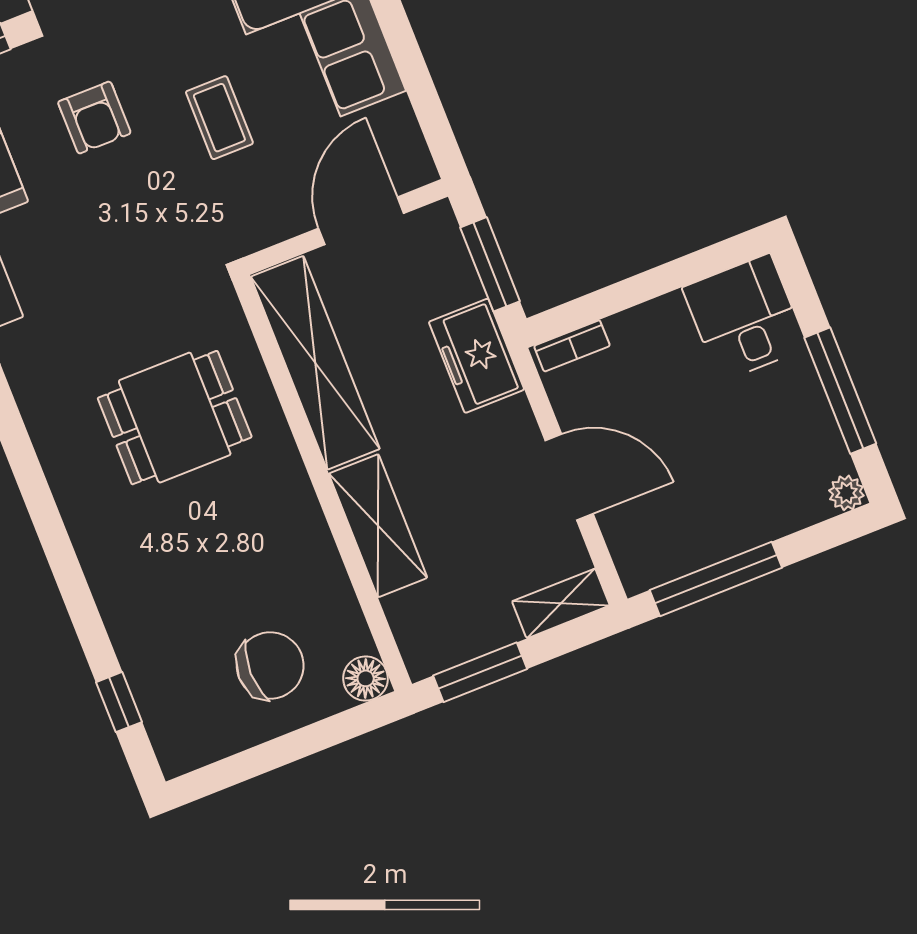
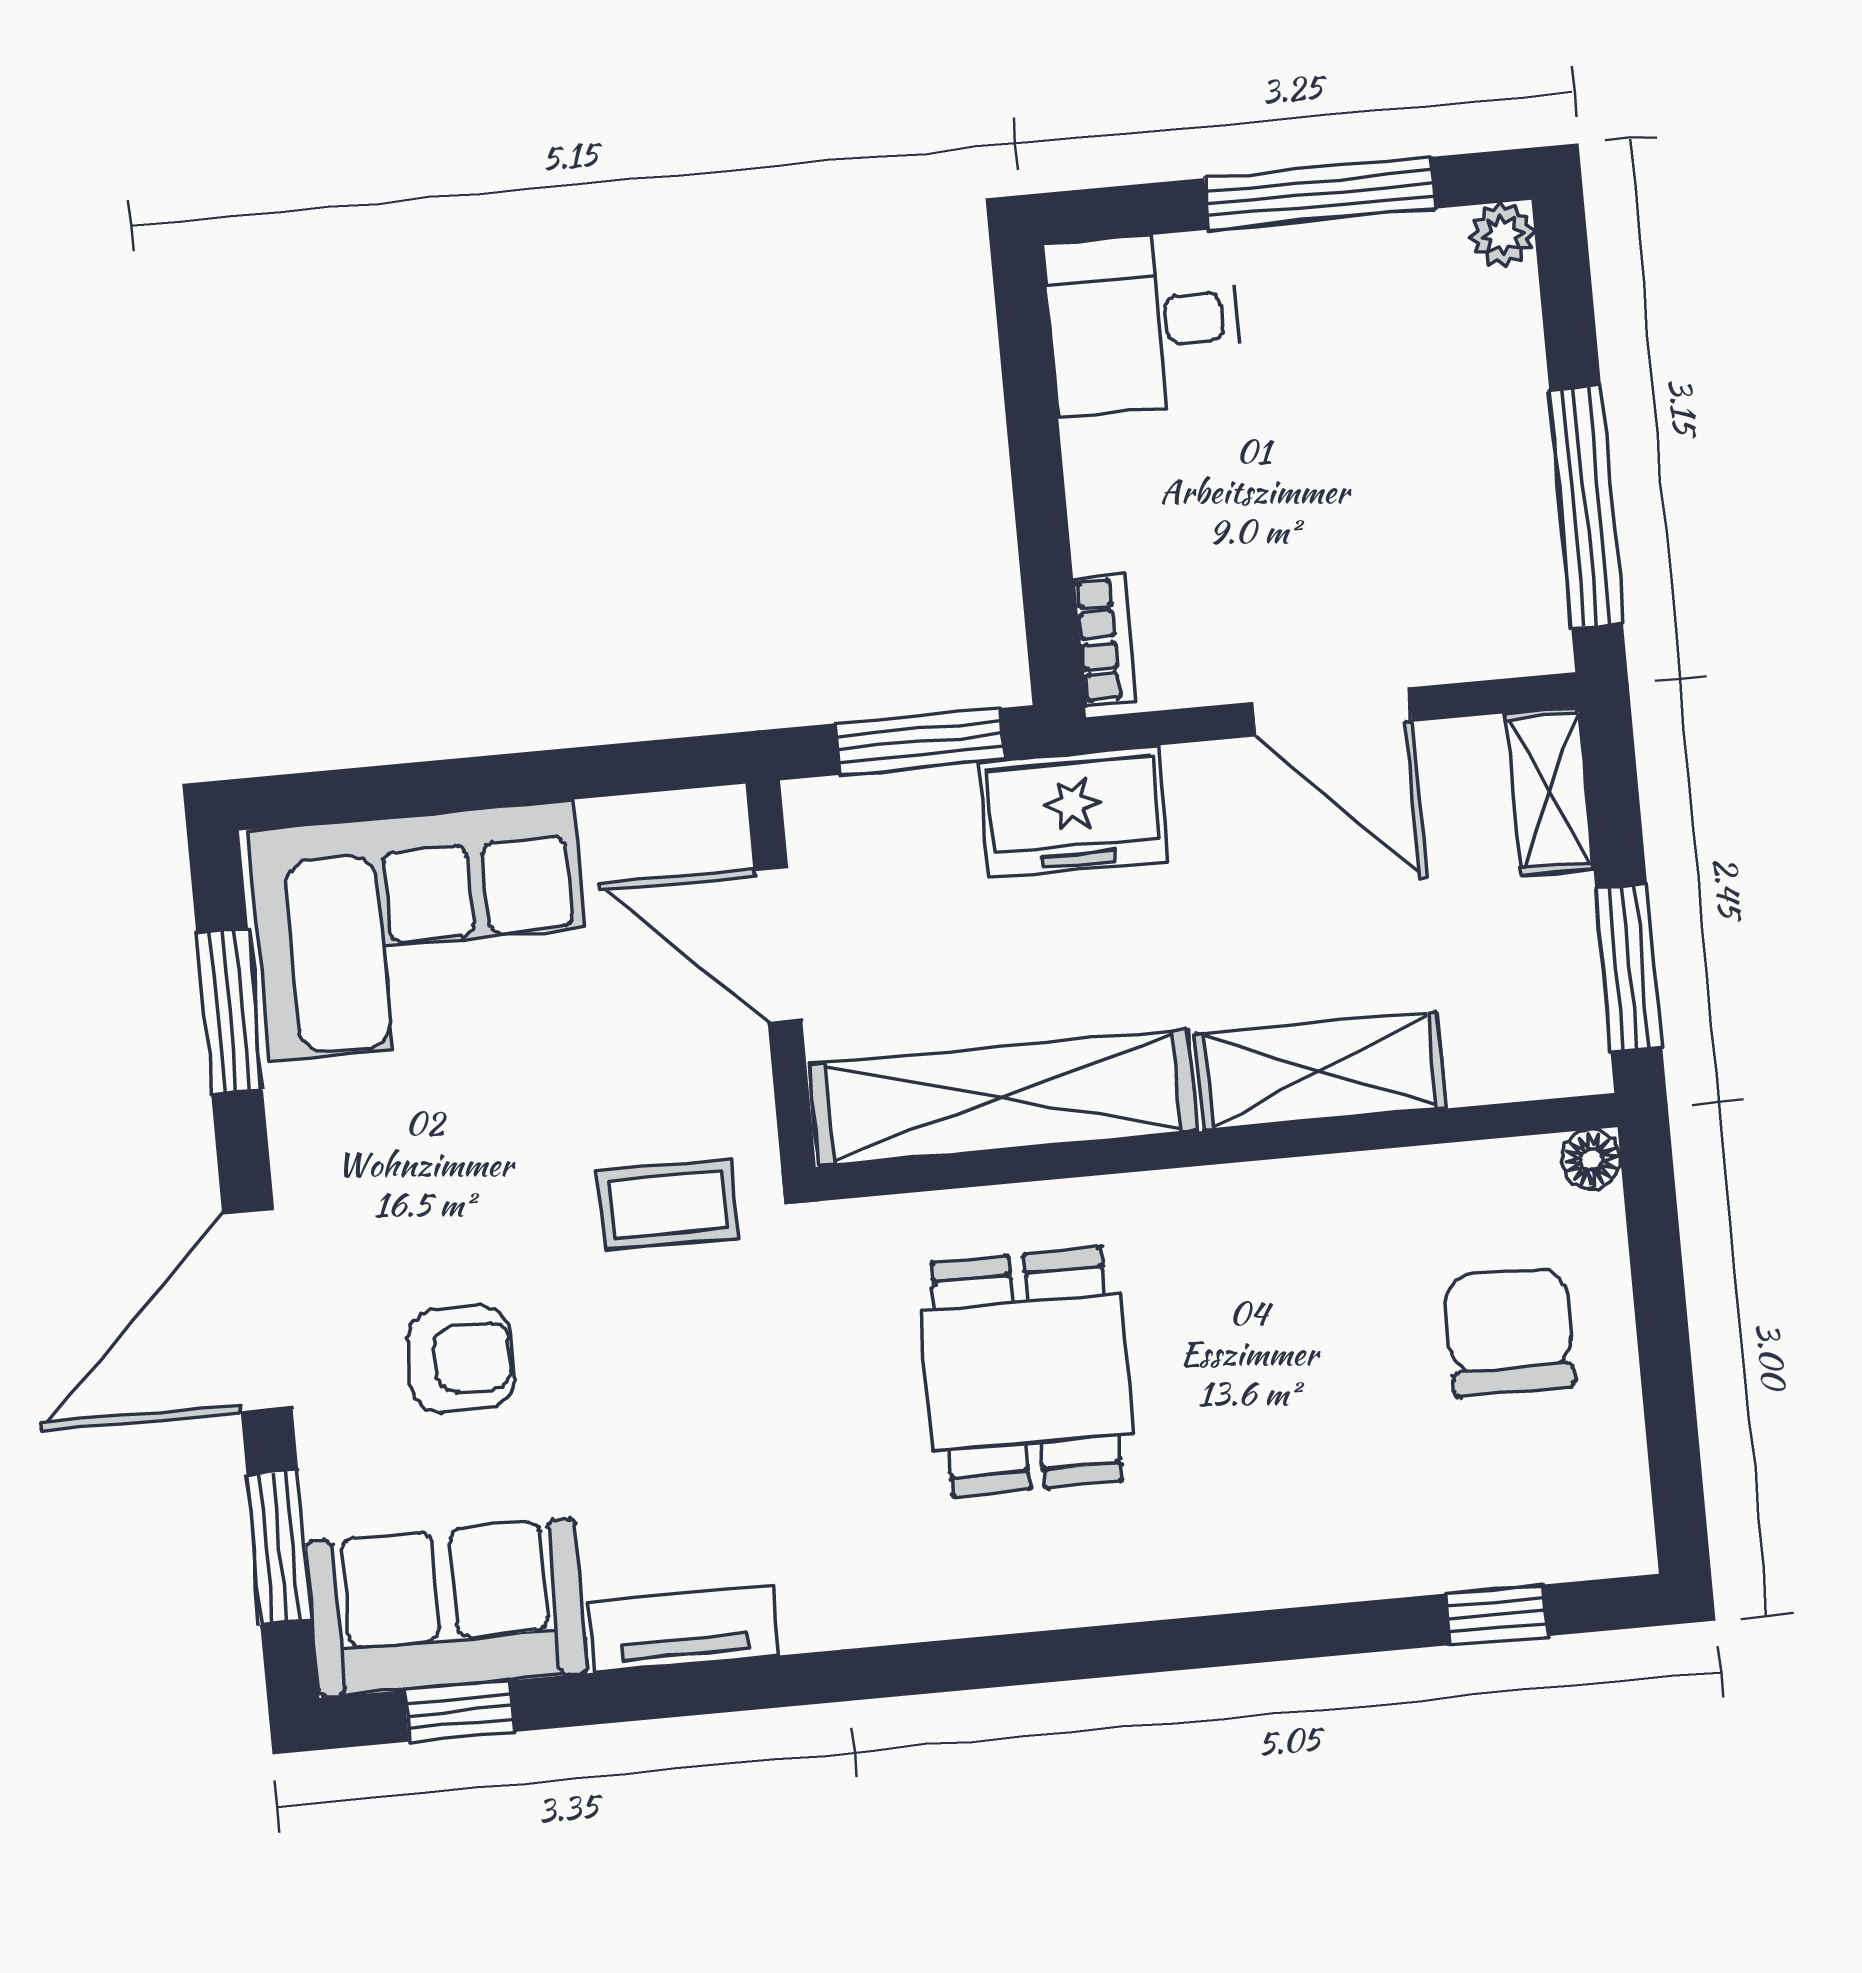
coffee table: (219, 118) -> (668, 1205), moved
door: (569, 477) -> (1333, 712), swing flipped
floor lamp: (366, 678) -> (1591, 1159), width x0.73, depth x0.73

